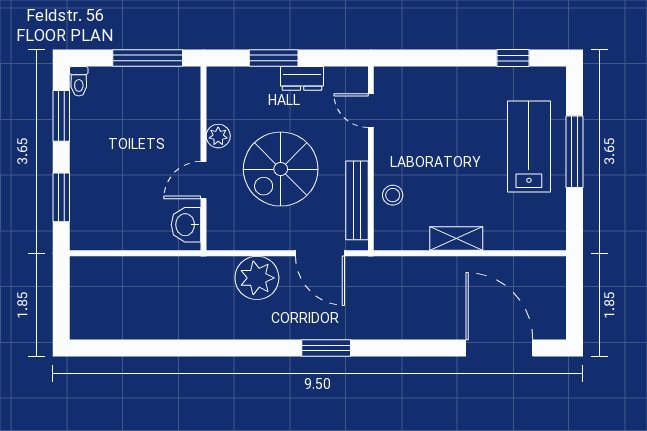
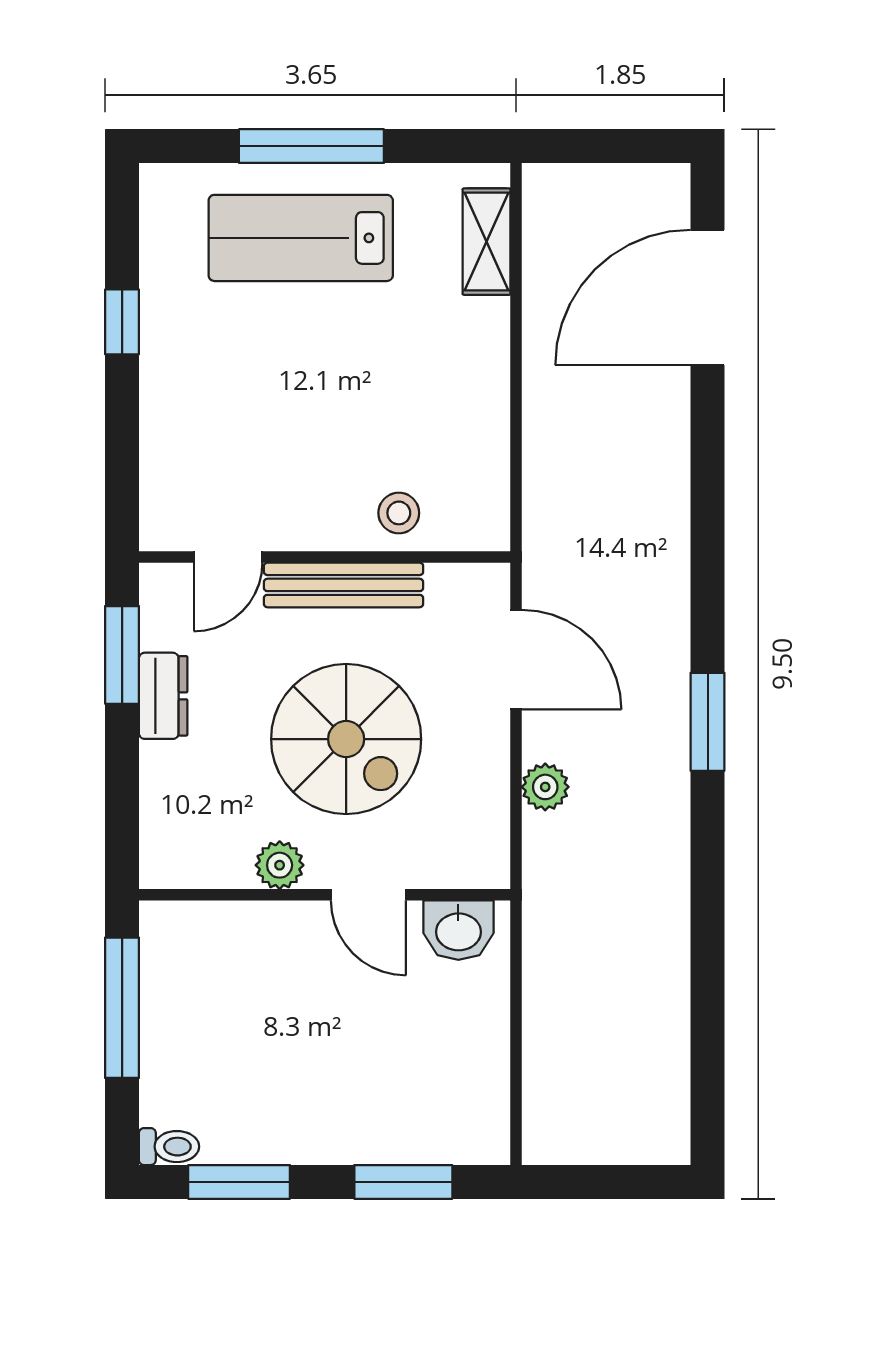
window: (274, 58) -> (122, 655), moved
window: (513, 58) -> (122, 322), moved
bench: (357, 200) -> (344, 585), moved
shelving: (456, 239) -> (487, 242), moved
door: (320, 253) -> (516, 660), hinge flipped
plant: (257, 278) -> (545, 787), width x0.53, depth x0.53
window: (326, 348) -> (708, 722), moved

